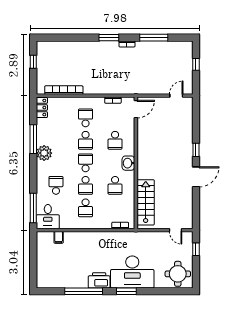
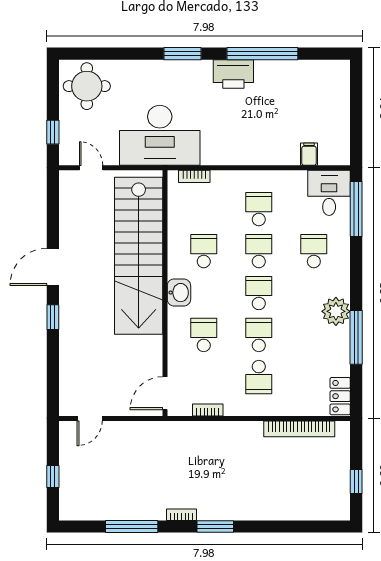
school desk: (86, 163) -> (259, 293), turned 180
school desk: (56, 185) -> (314, 251), turned 180
stairs: (146, 202) -> (139, 256), width x1.86, depth x1.51
desk: (132, 272) -> (160, 135), moved, turned 180

